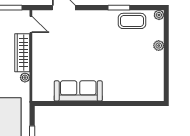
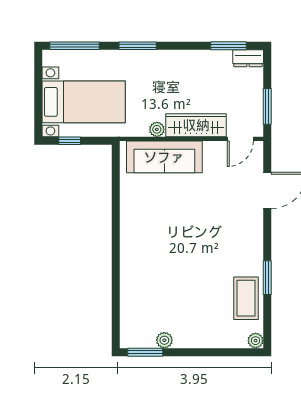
plant: (159, 46) -> (164, 340), moved
window: (166, 85) -> (145, 352), added
sofa: (78, 91) -> (164, 157), moved, turned 90

